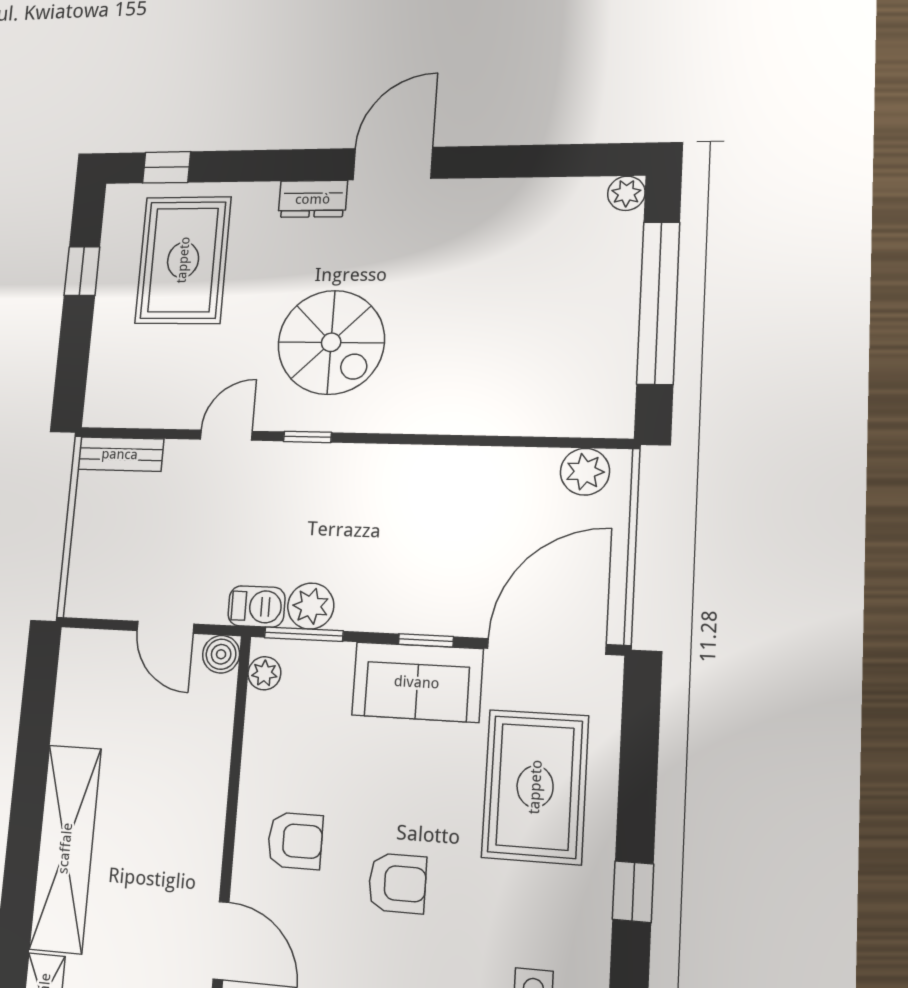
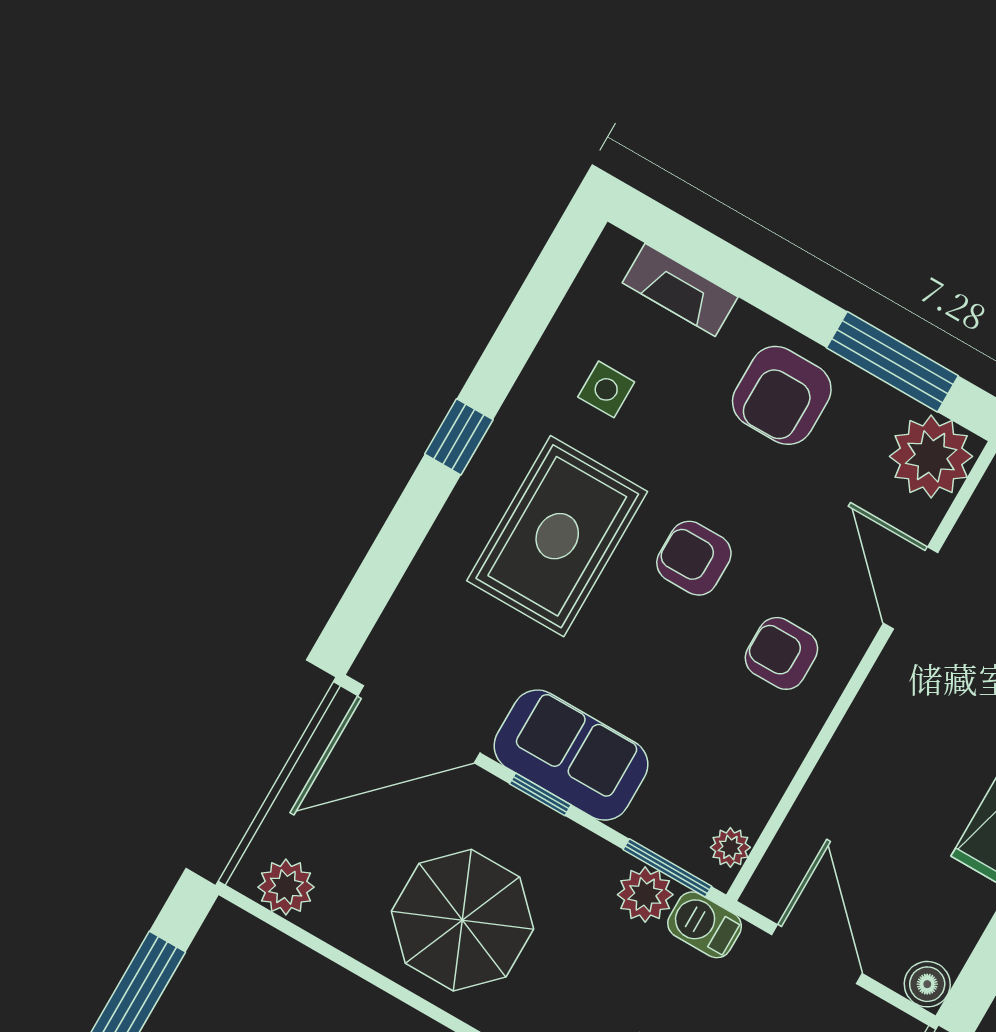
parasol: (438, 517) -> (462, 920), added
door: (165, 627) -> (817, 954), width x1.38
boiler: (221, 654) -> (927, 984), moved
rug: (535, 787) -> (557, 536), moved

